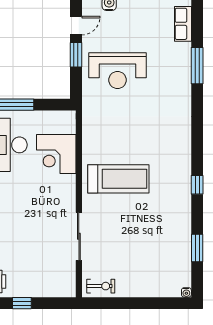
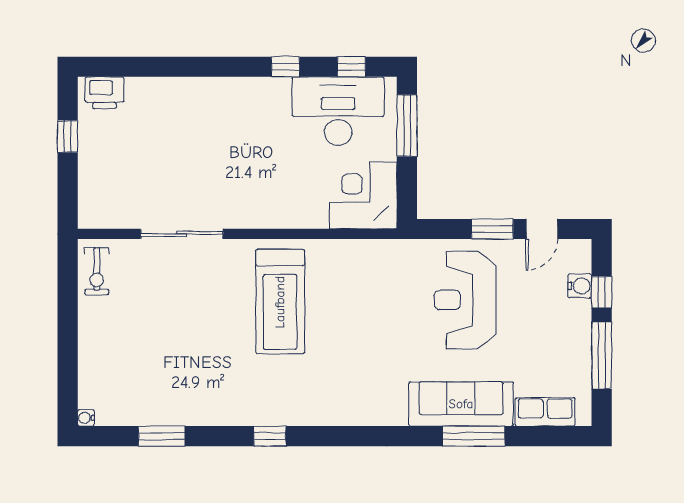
door: (76, 26) -> (542, 229), hinge flipped
sofa: (178, 73) -> (461, 404), added
corner desk: (56, 154) -> (363, 195), moved

